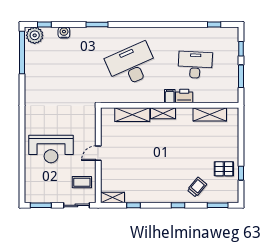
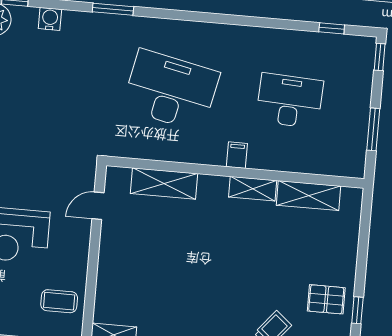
window: (241, 49) -> (380, 57), moved
desk: (132, 65) -> (171, 90), turned 36
printer: (184, 96) -> (264, 157), removed
shelving: (163, 113) -> (253, 189), moved
door: (98, 153) -> (98, 206), moved

